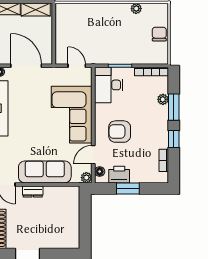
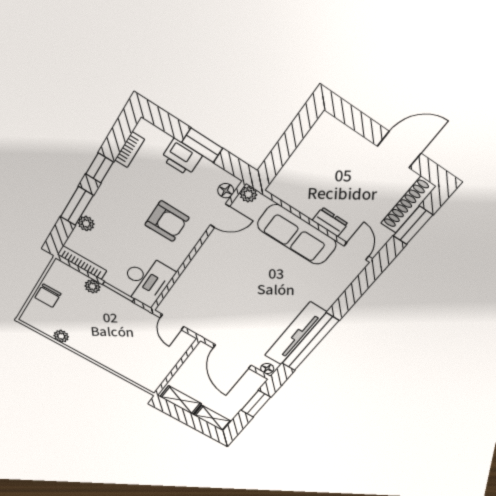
plant: (137, 59) -> (92, 286), added
corner sofa: (72, 115) -> (215, 277), removed
printer: (119, 175) -> (182, 157), moved

